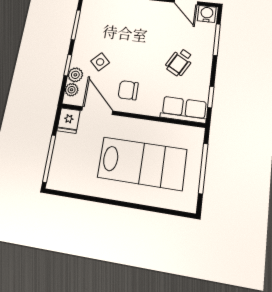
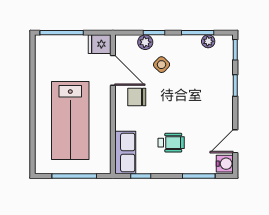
wheelchair: (179, 62) -> (171, 143), turned 151
plant: (72, 90) -> (208, 41), moved
chair: (128, 90) -> (137, 97), turned -90
door: (97, 111) -> (113, 70), hinge flipped

